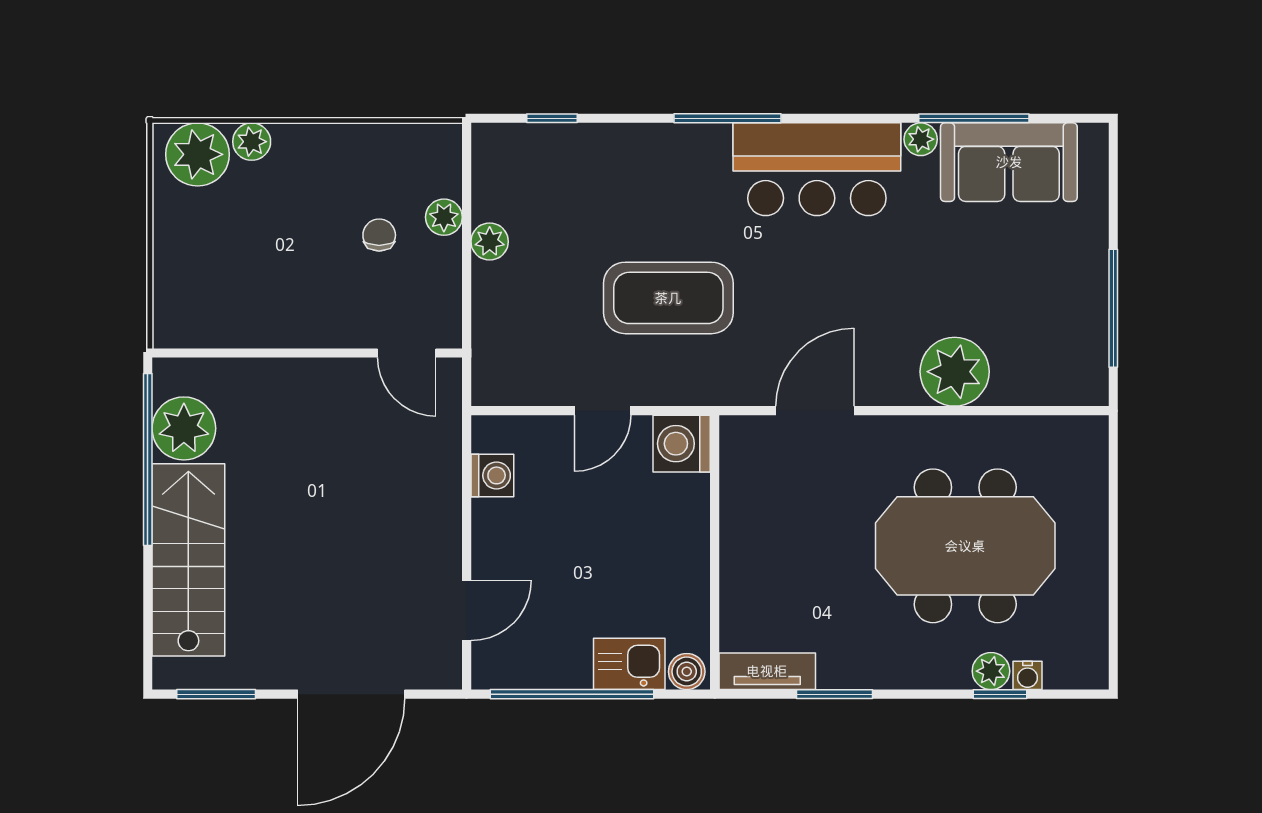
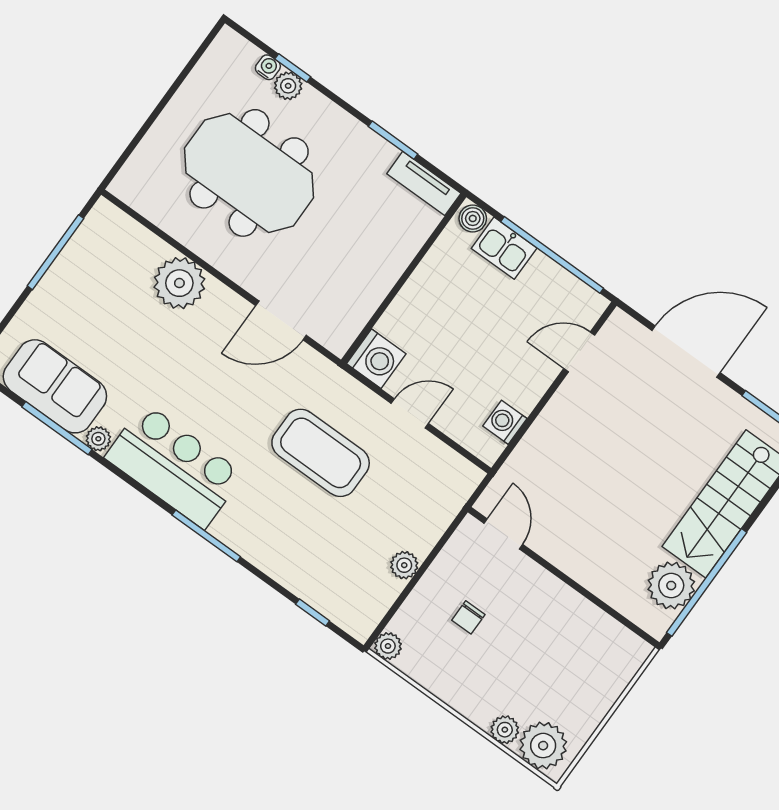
plant: (444, 217) -> (388, 646), moved

